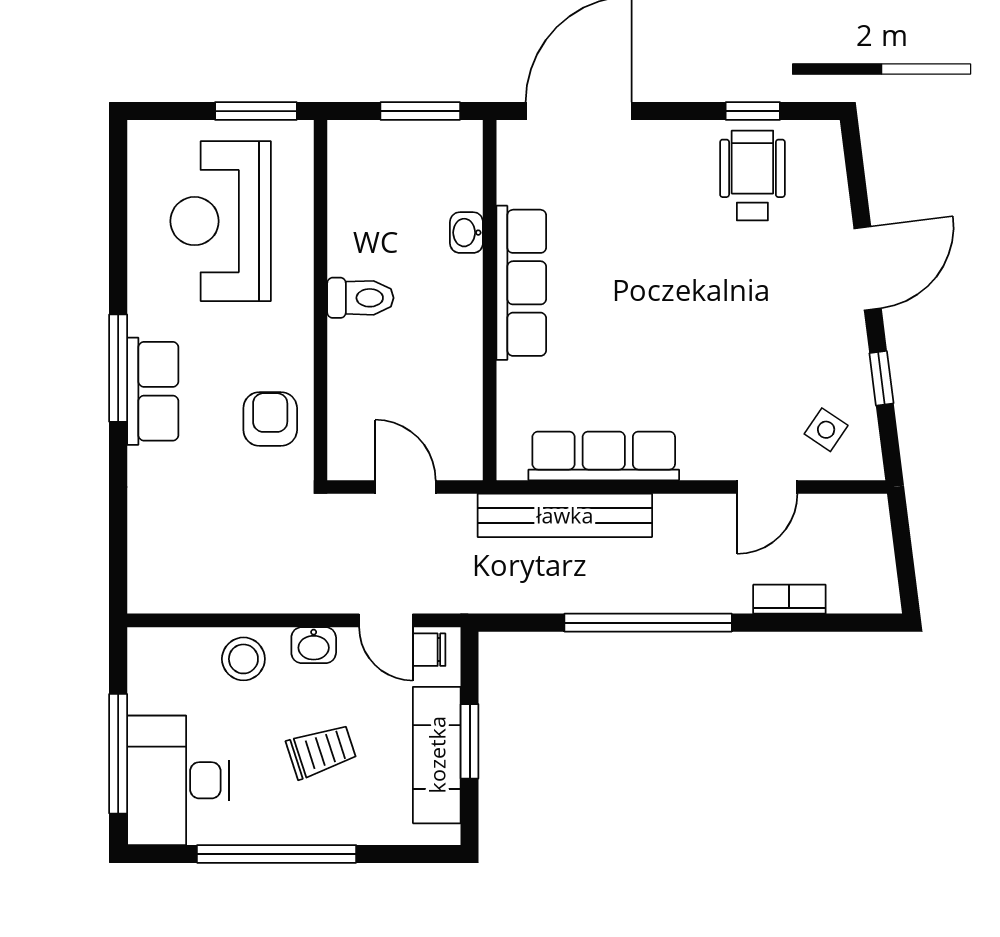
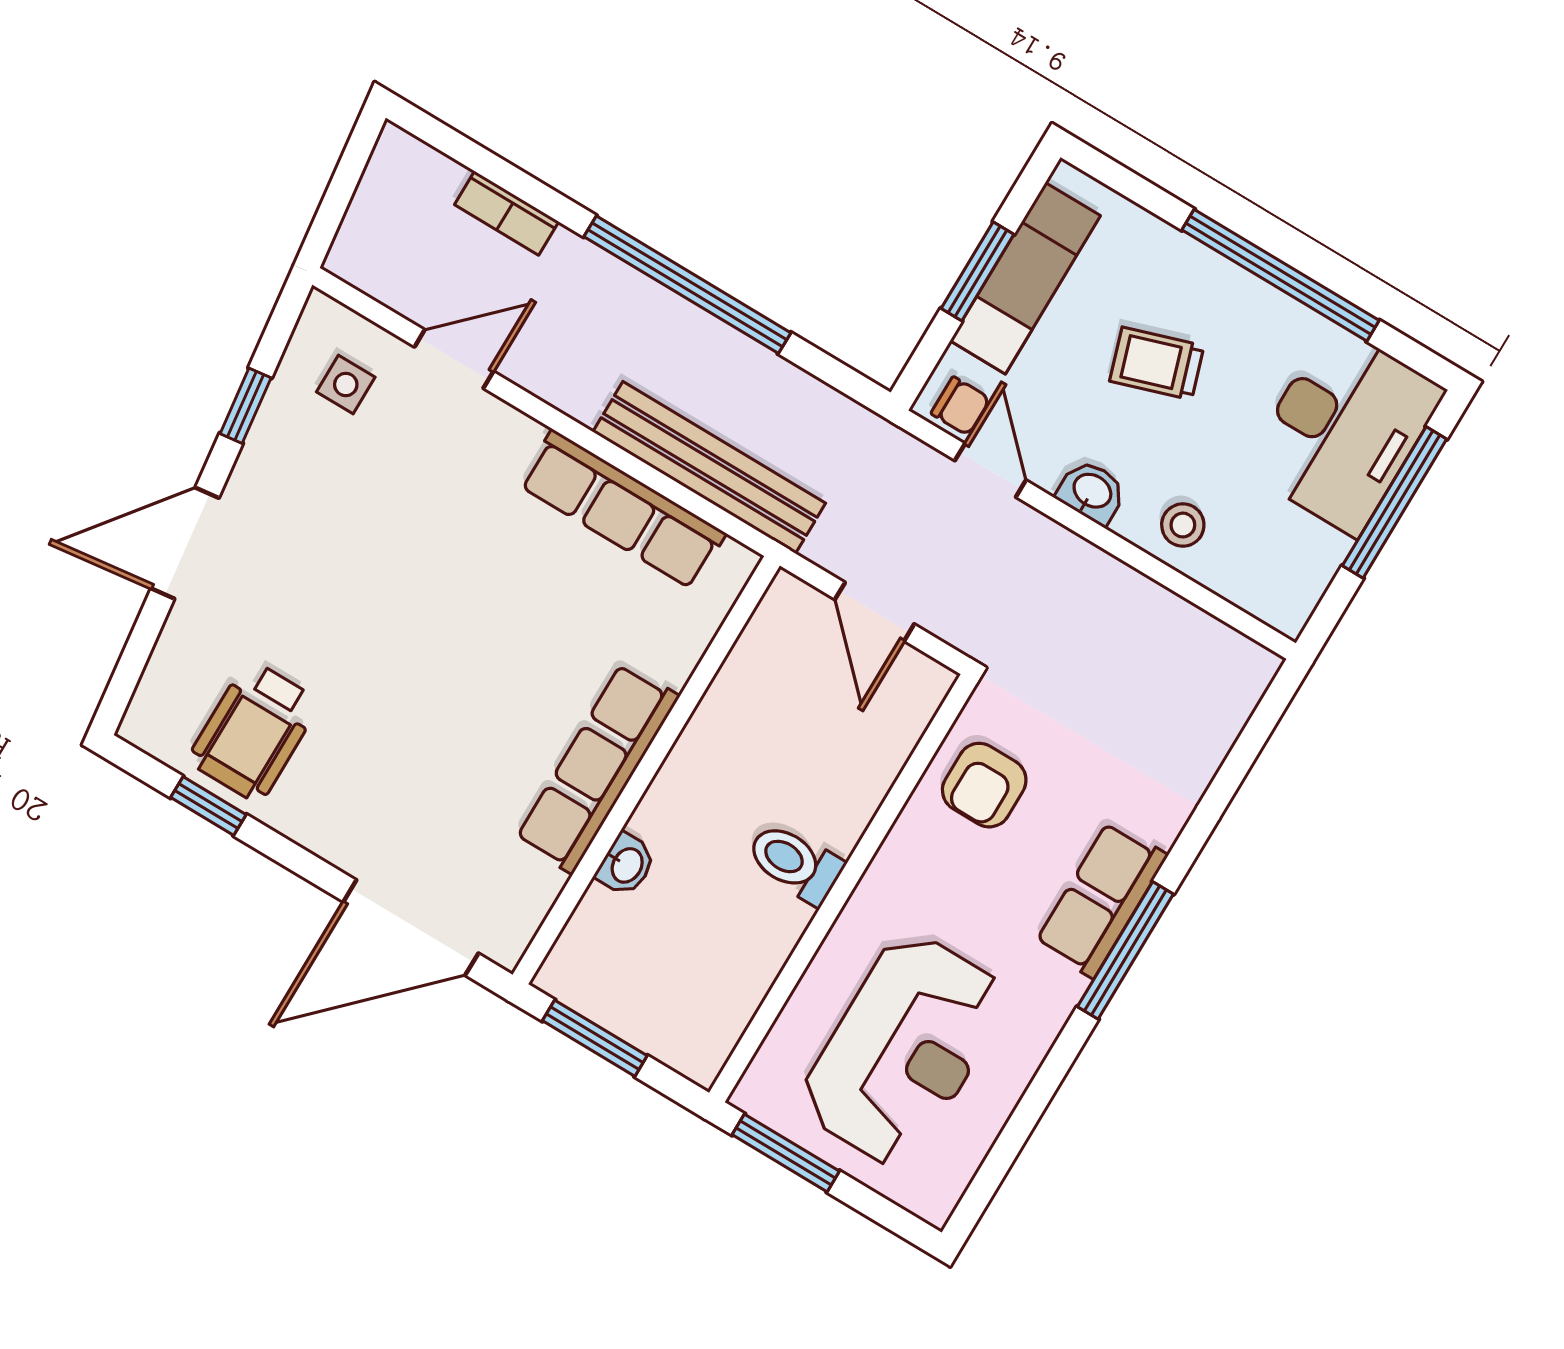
side table: (826, 430) -> (346, 385), turned -34
stool: (243, 659) -> (1183, 525), width x0.73, depth x0.73

